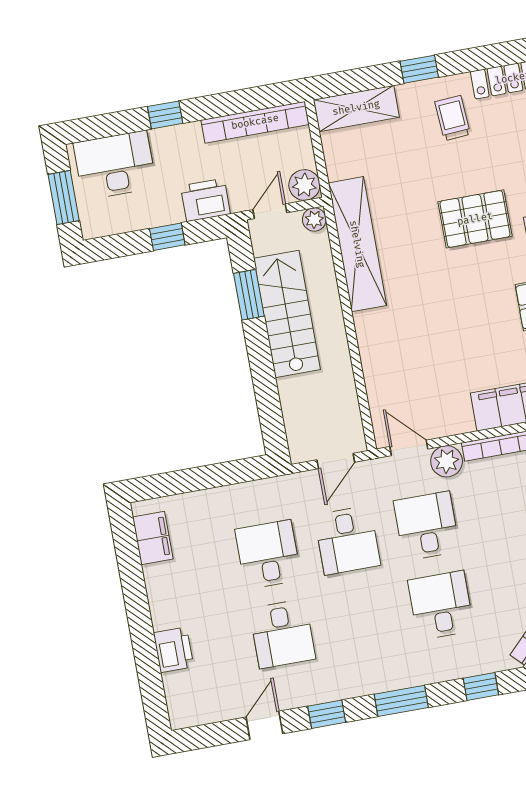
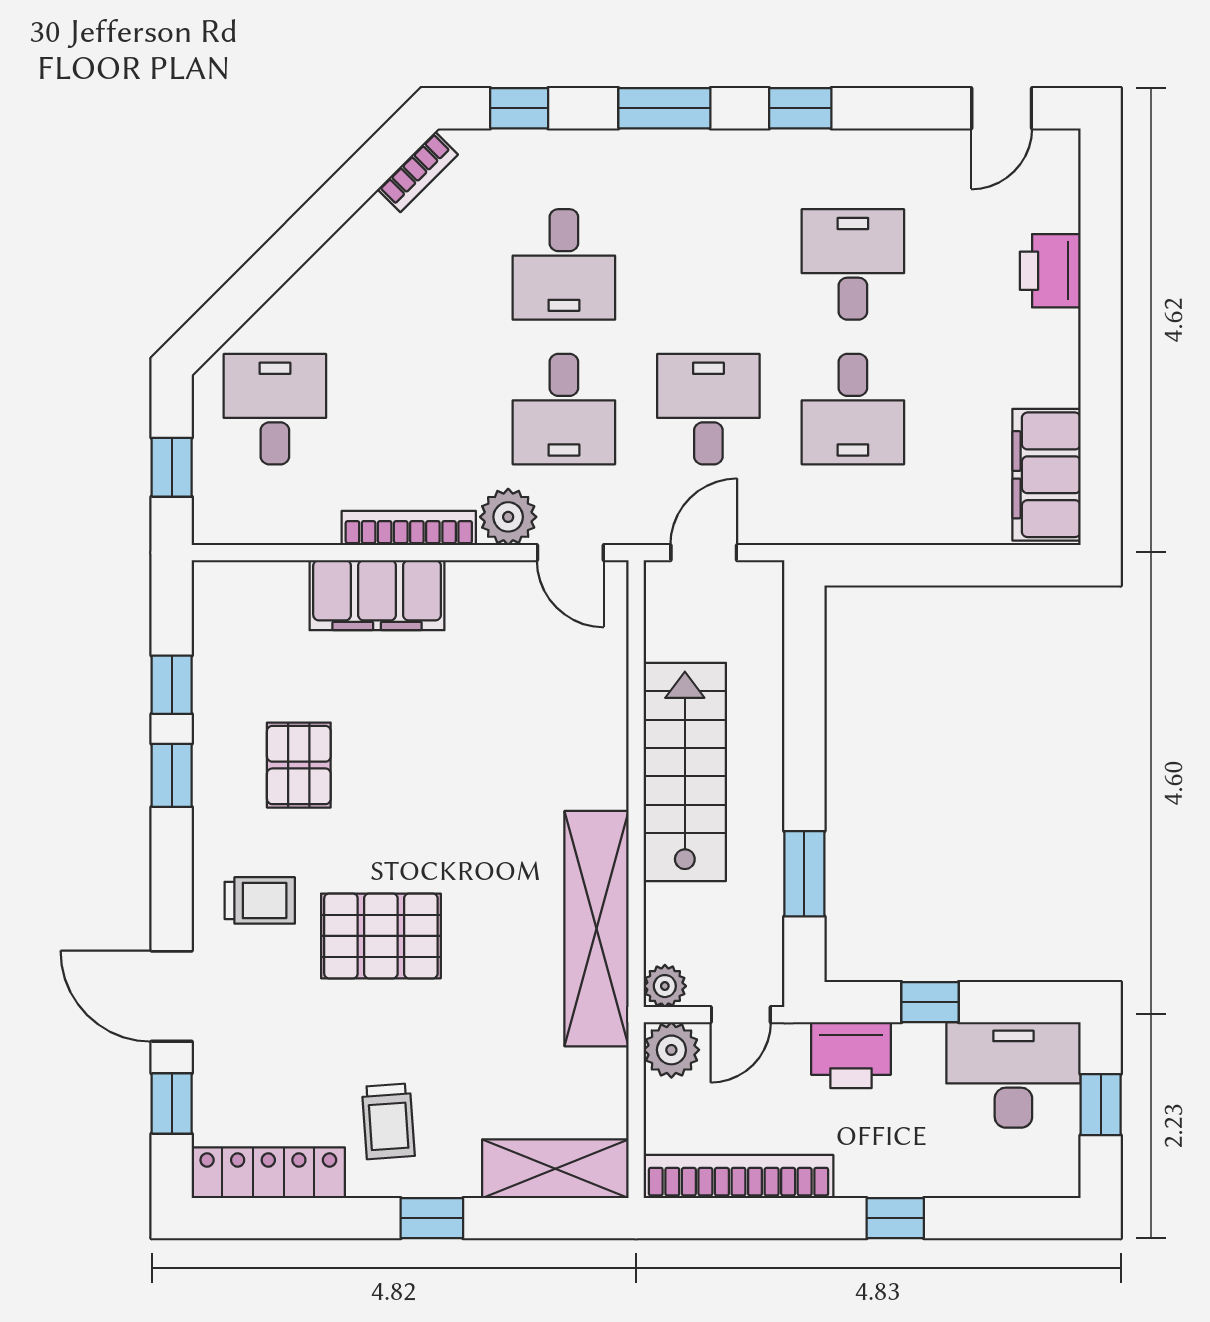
desk: (115, 165) -> (1013, 1075), moved, turned 180
window: (64, 197) -> (1101, 1105), width x0.67
stairs: (287, 314) -> (685, 772), moved, turned 180
filing cabinet: (153, 538) -> (1046, 475), width x1.50, depth x1.17
door: (264, 725) -> (1002, 108), moved

